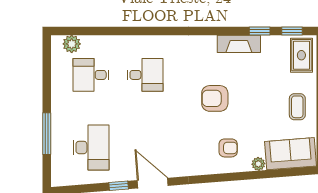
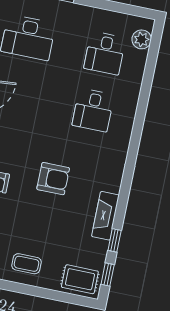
desk: (91, 75) -> (105, 53), turned 180
armchair: (215, 98) -> (53, 179), turned 90

